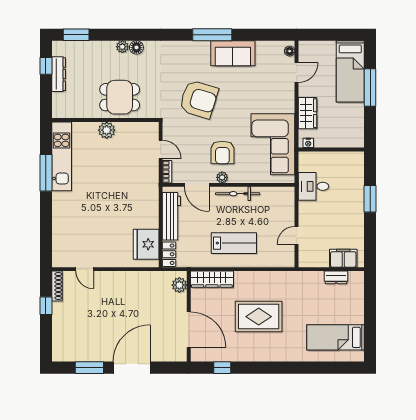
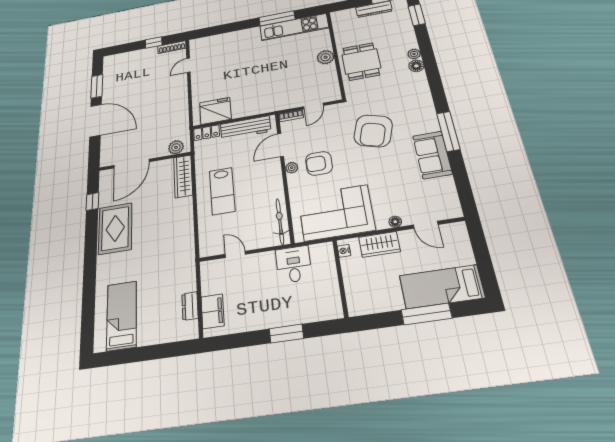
floor lamp: (290, 51) -> (395, 222), moved
bicycle: (238, 194) -> (280, 221), moved
rug: (259, 317) -> (115, 228), moved

